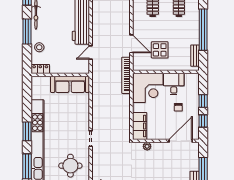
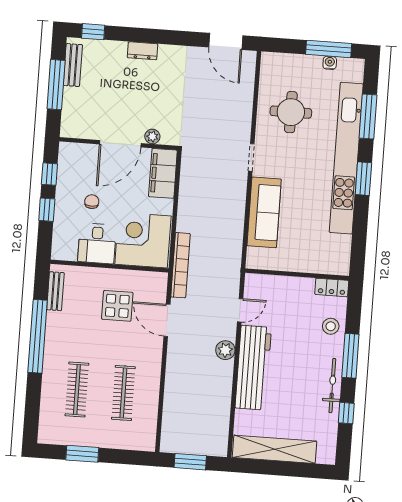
plant: (97, 30) -> (225, 350), added
sofa: (70, 84) -> (264, 212), moved, turned 90
door: (181, 141) -> (120, 144), moved

